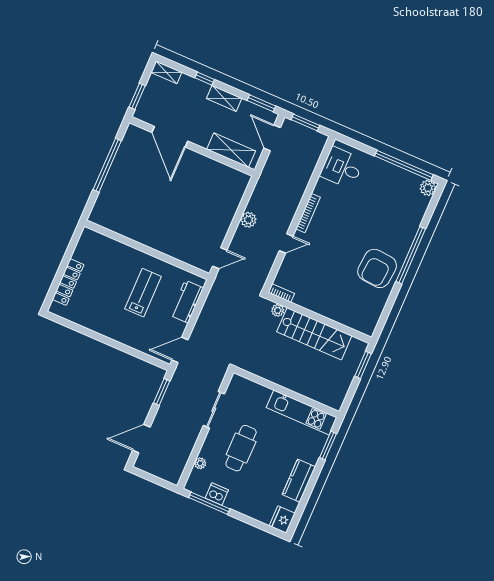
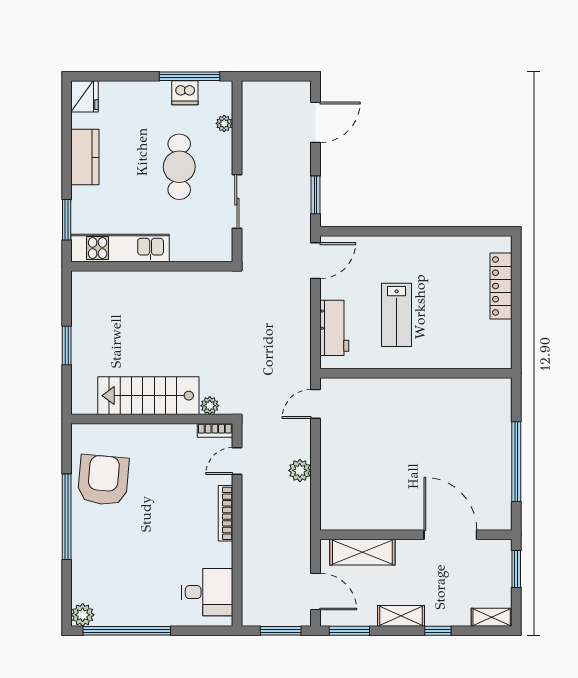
bookcase: (281, 293) -> (215, 430), moved
plant: (278, 310) -> (210, 406), moved
wall: (319, 318) -> (152, 419), moved
stairs: (314, 334) -> (148, 396), moved

